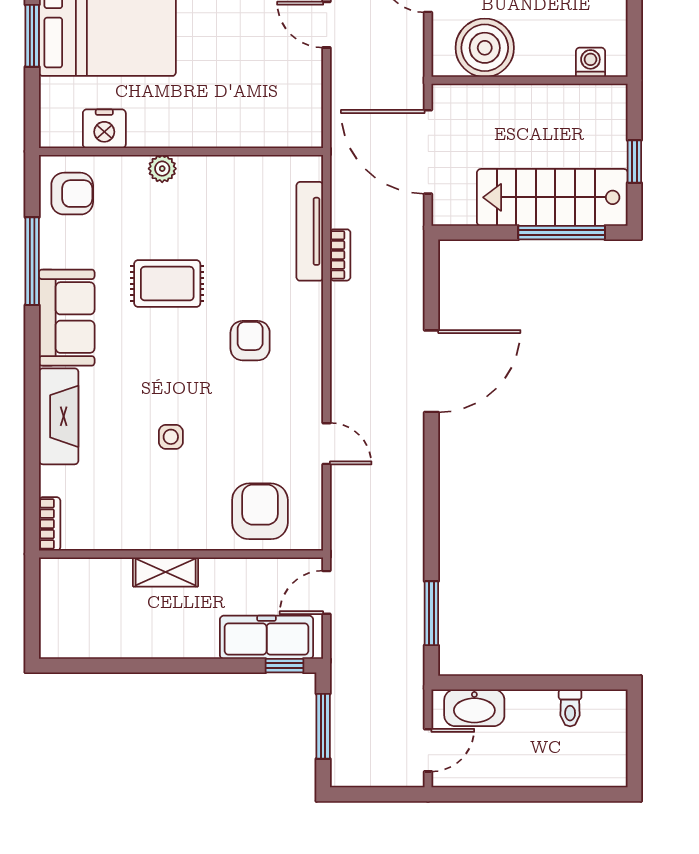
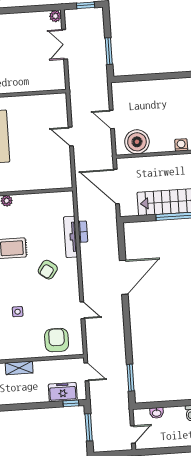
tv unit: (310, 231) -> (70, 237), moved
armchair: (250, 341) -> (48, 270), turned -144
door: (327, 592) -> (86, 372), swing flipped
freezer: (267, 637) -> (63, 392), width x0.71
washbasin: (474, 708) -> (157, 413), width x0.52, depth x0.69

